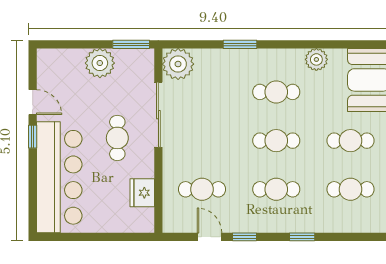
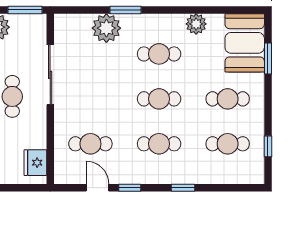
plant: (178, 64) -> (106, 28), moved
fridge: (142, 193) -> (35, 163), moved

